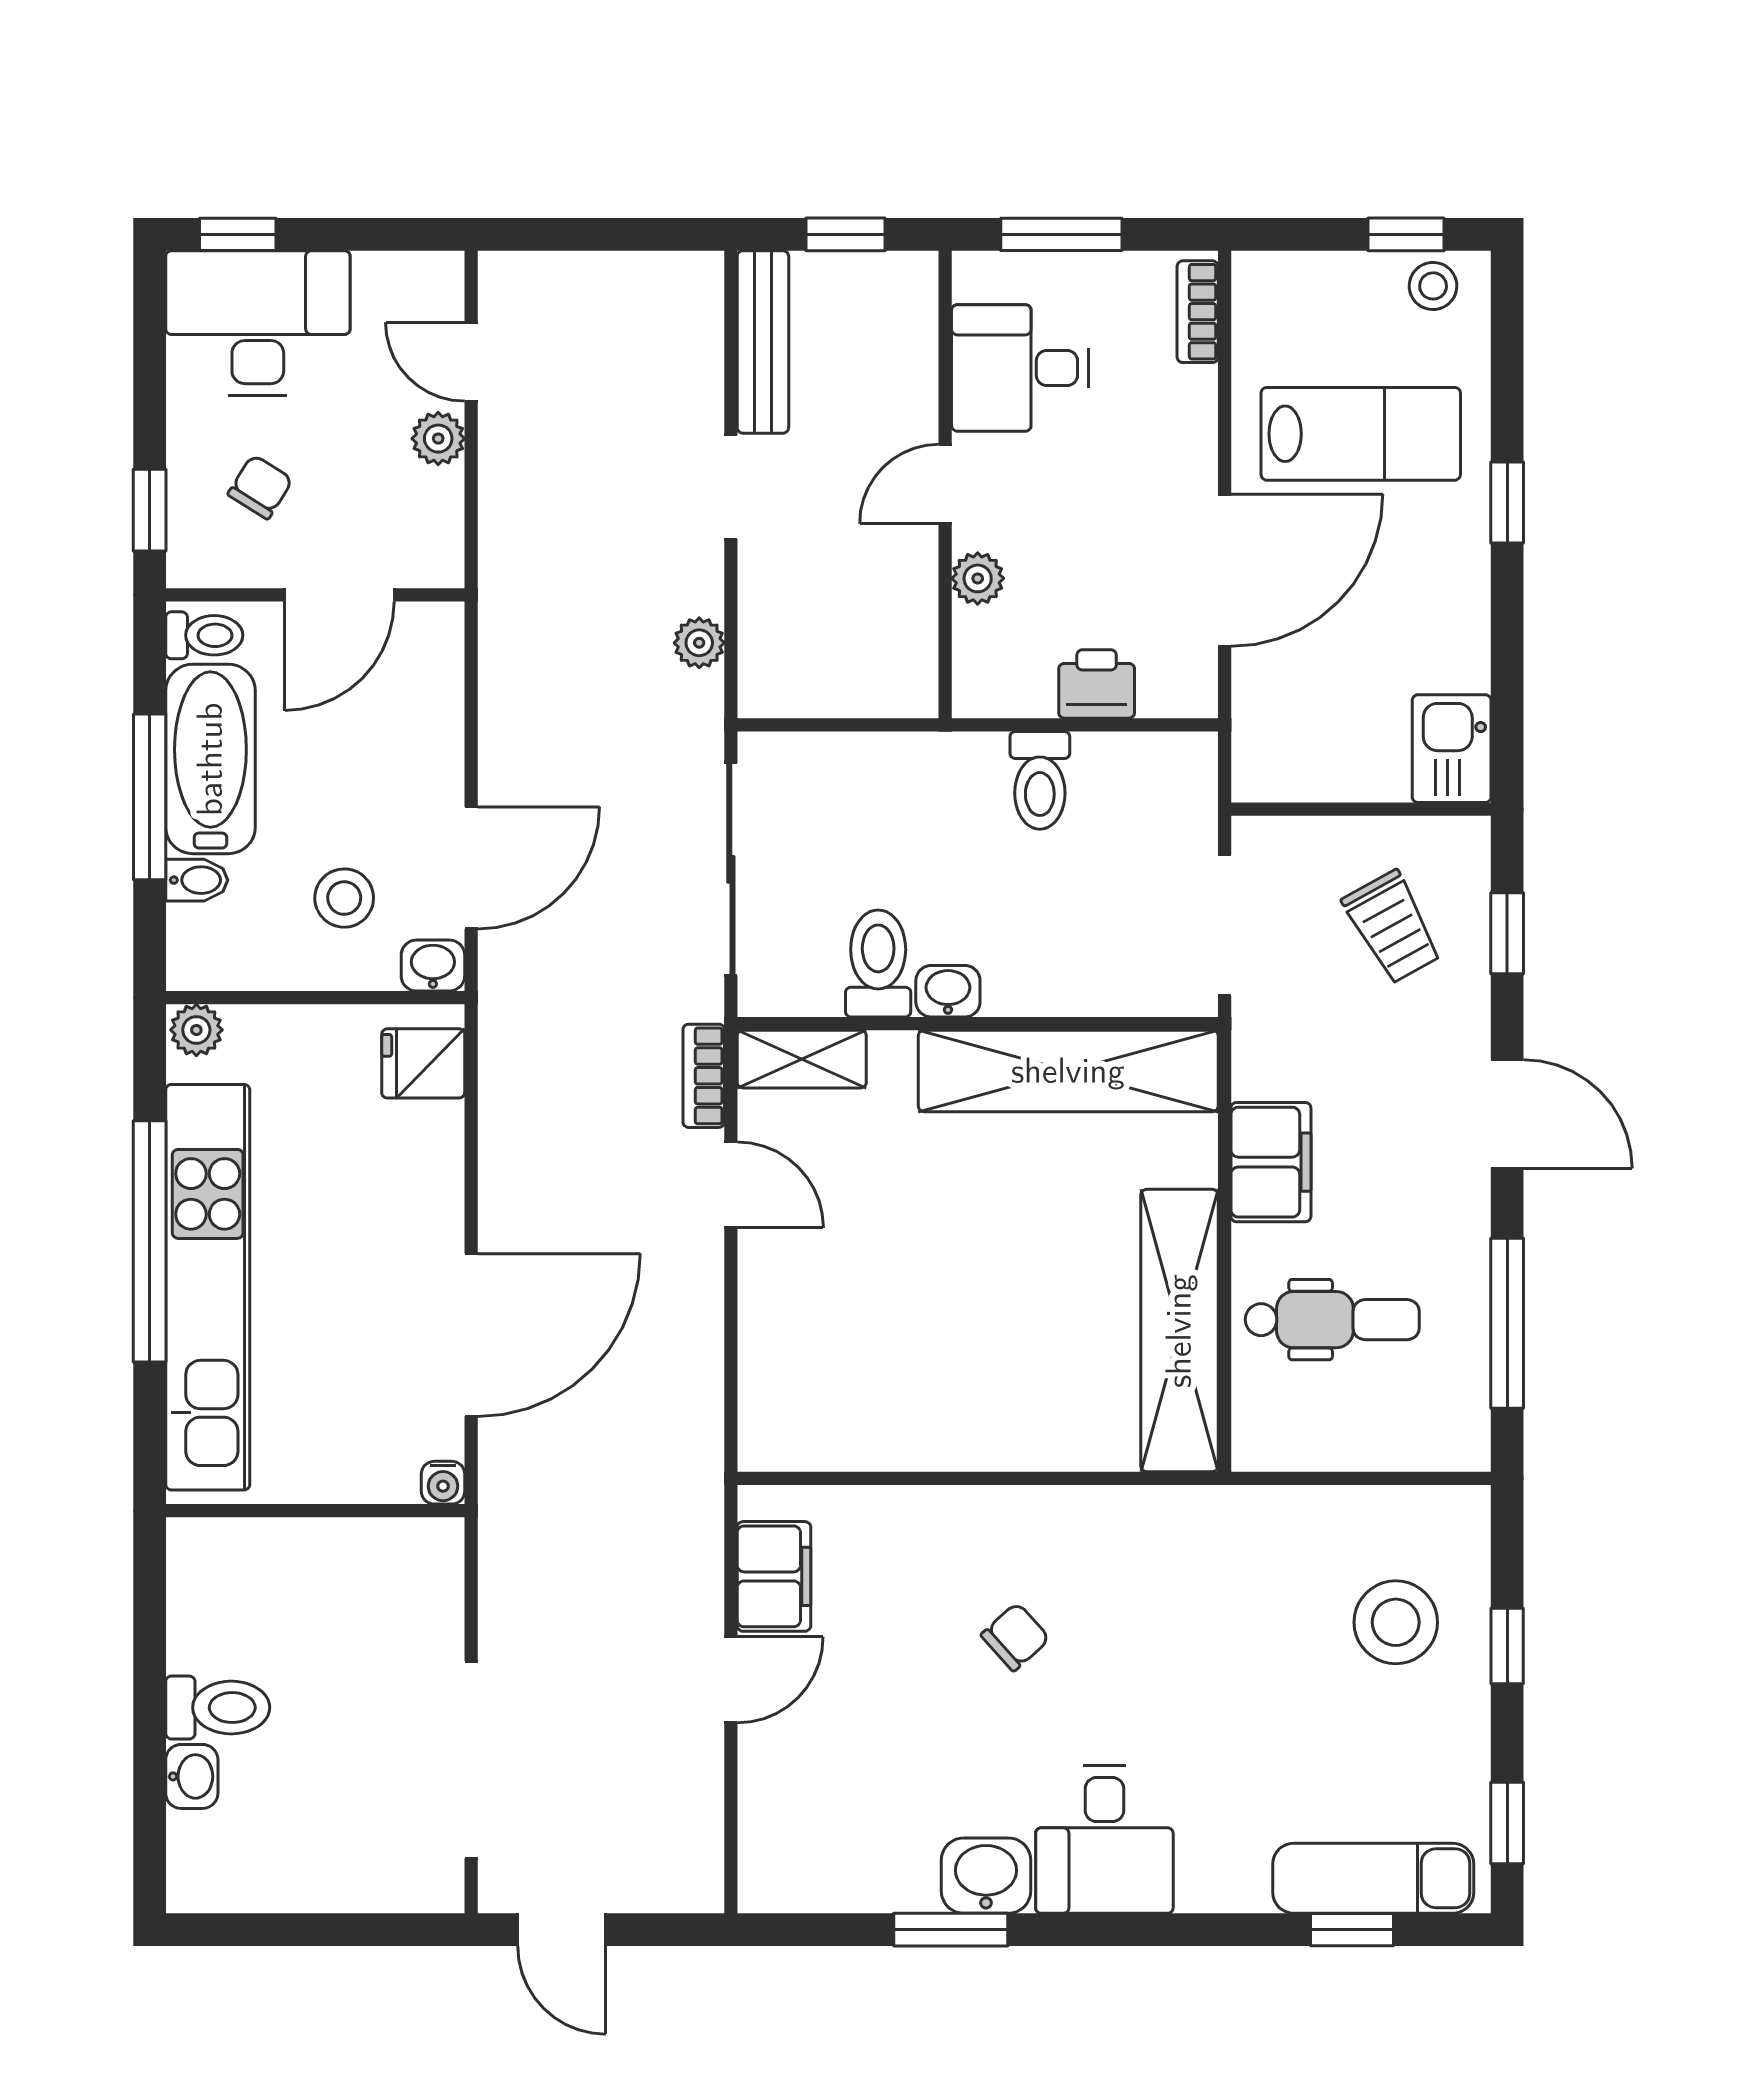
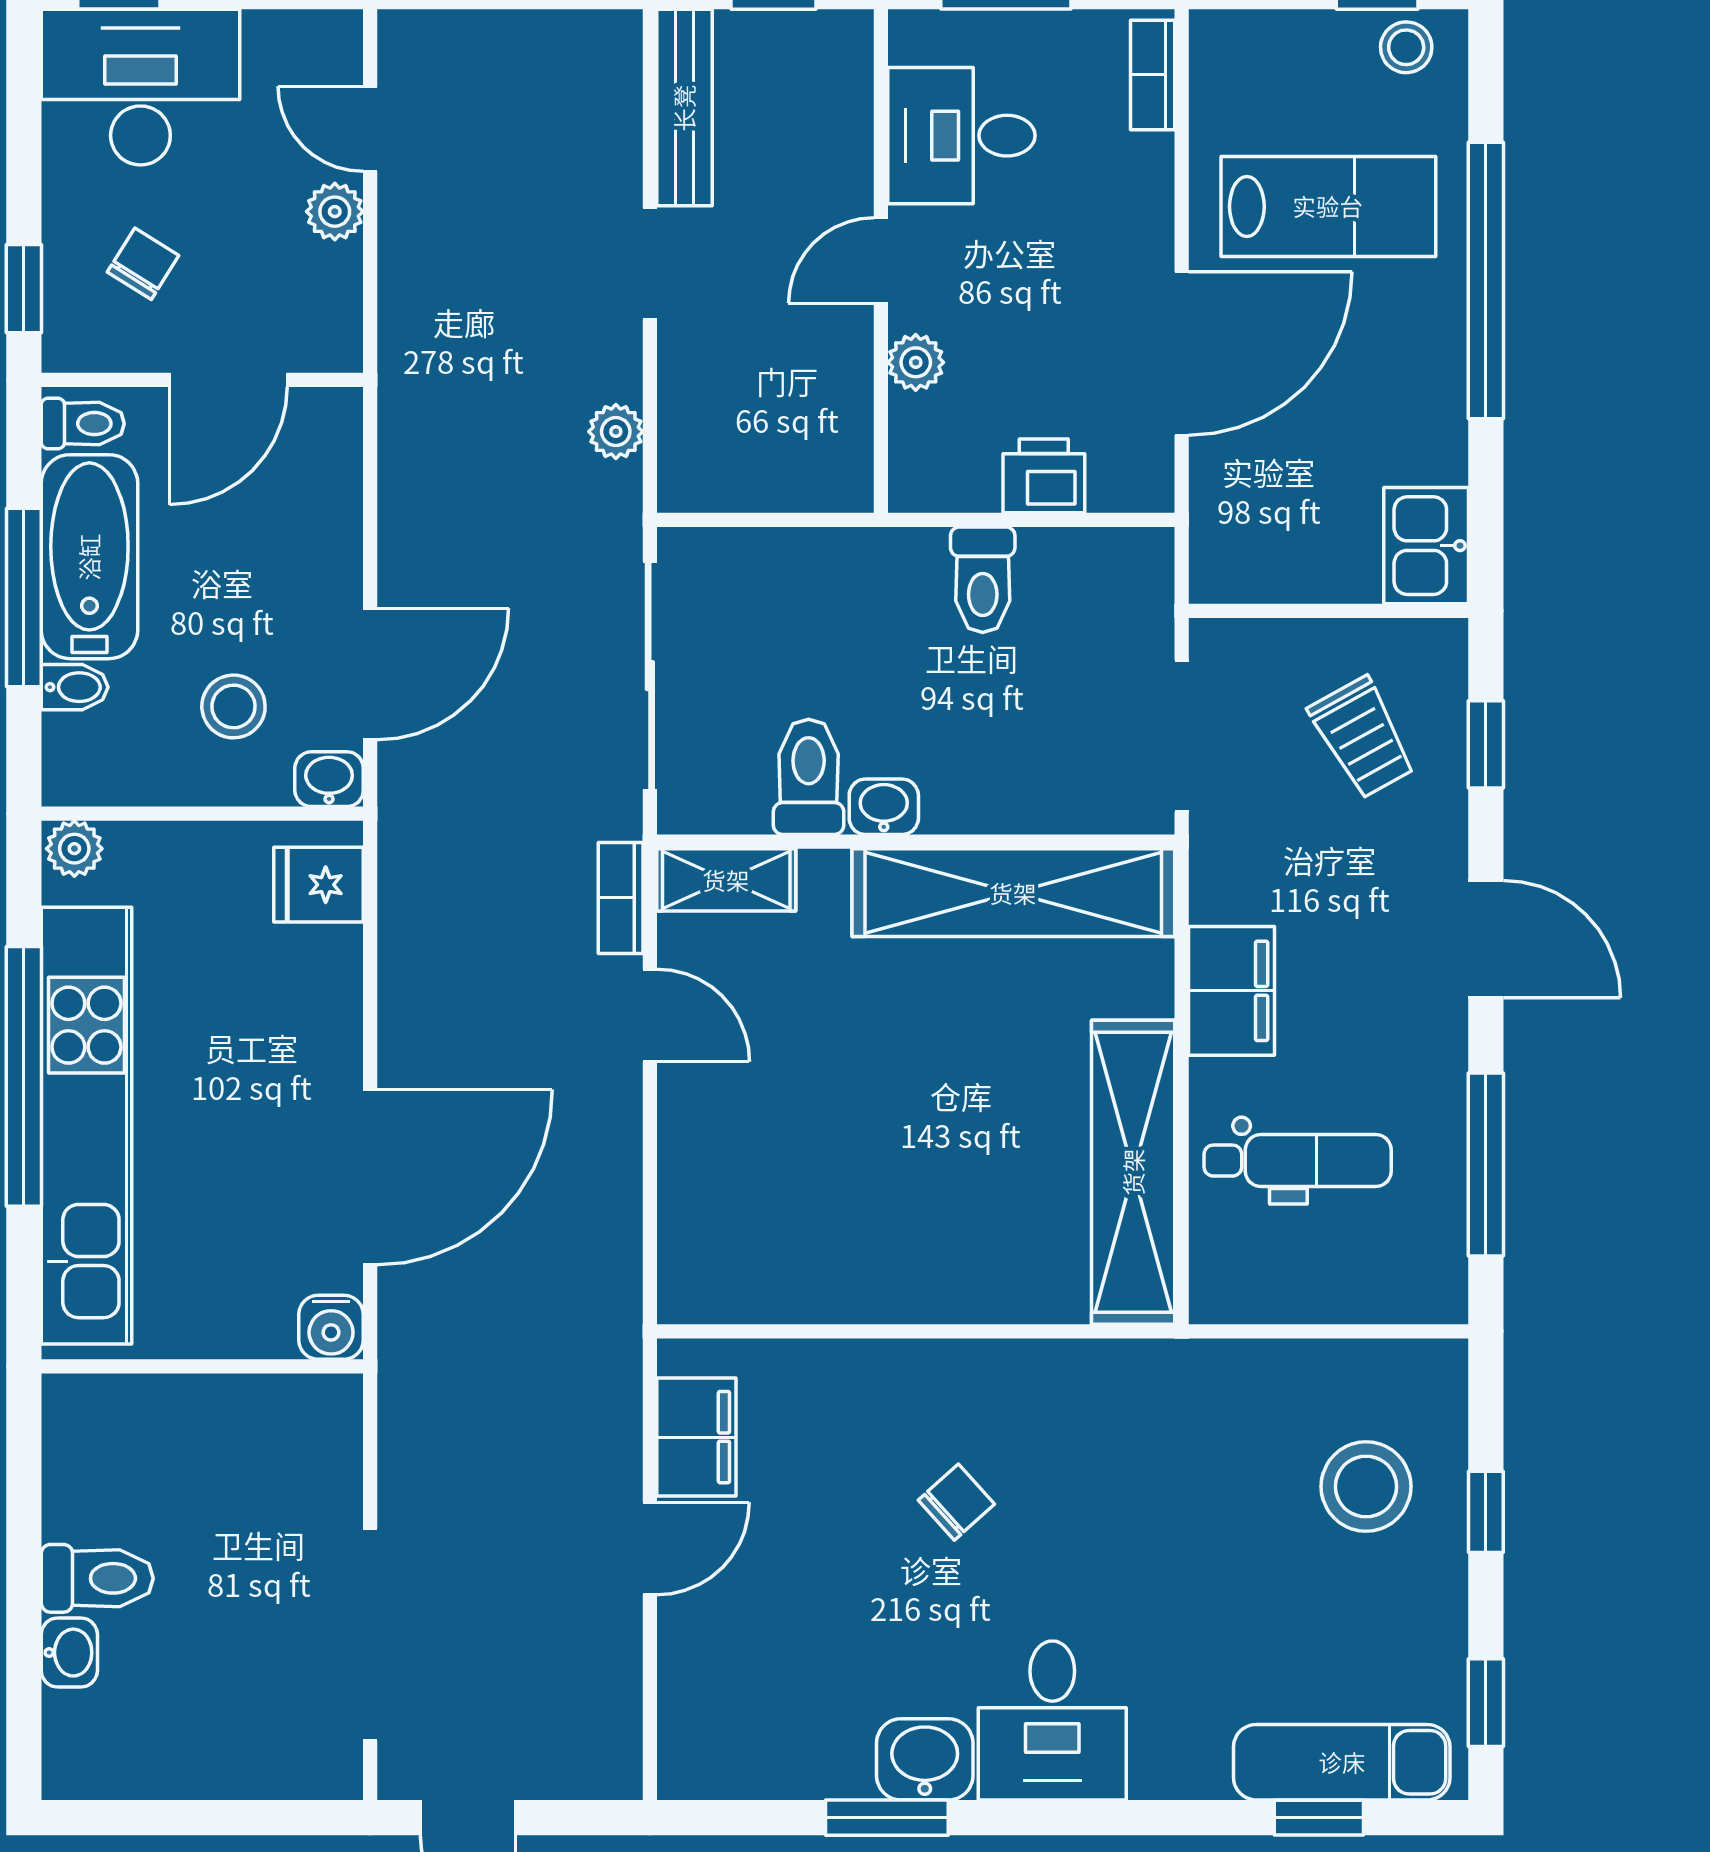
window: (1507, 503) -> (1486, 281), width x3.17
water cooler: (443, 1483) -> (331, 1327), width x1.38, depth x1.38

